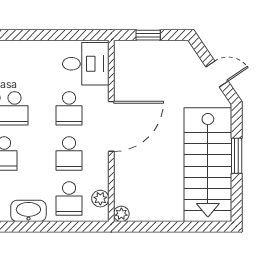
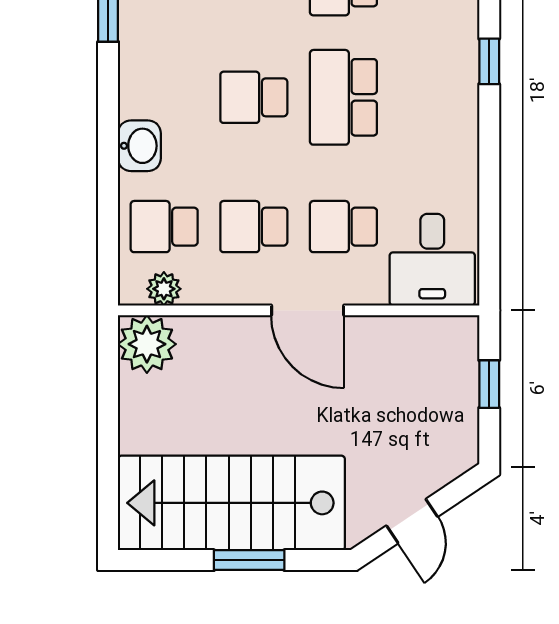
door: (111, 126) -> (308, 310), width x0.73
washbasin: (28, 211) -> (139, 146), width x0.72
plant: (121, 214) -> (147, 344), width x1.87, depth x1.87

